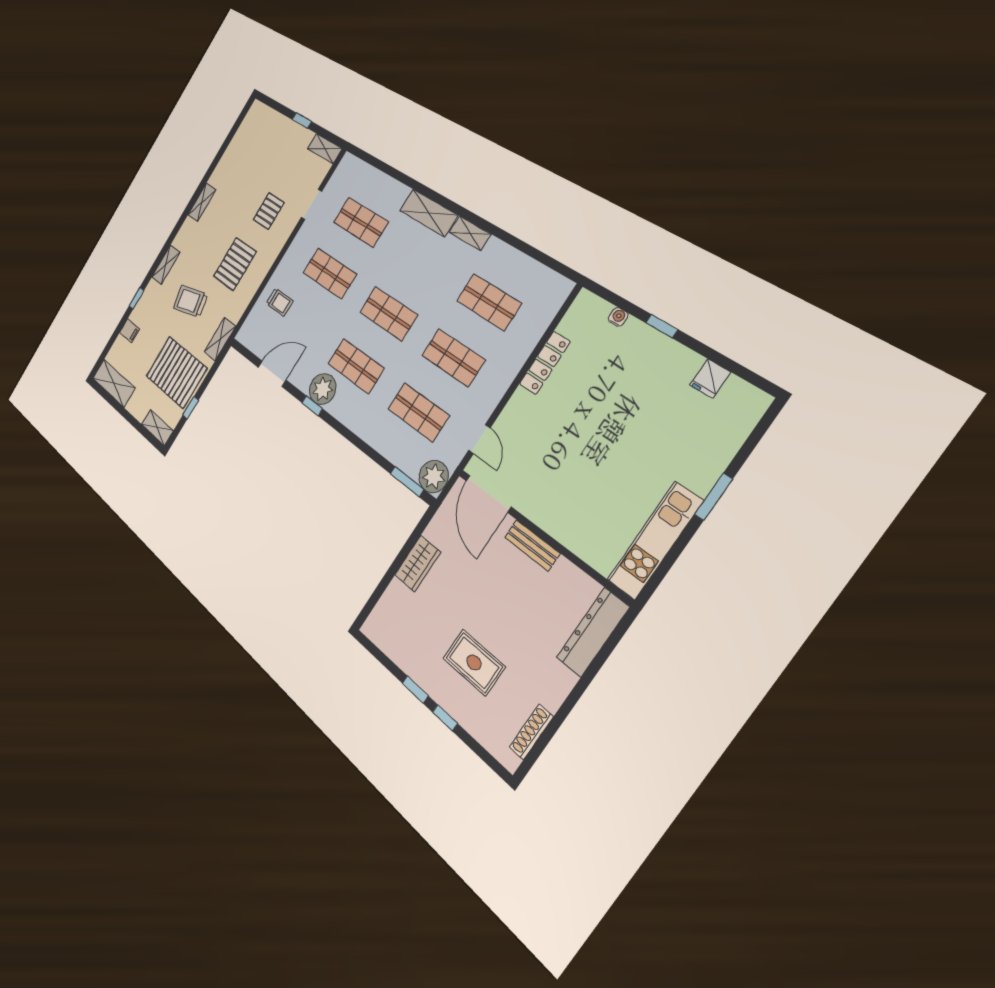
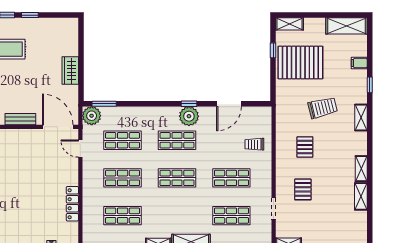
pallet: (235, 264) -> (305, 147), width x0.67, depth x0.71
shelving: (220, 339) -> (361, 196), moved

